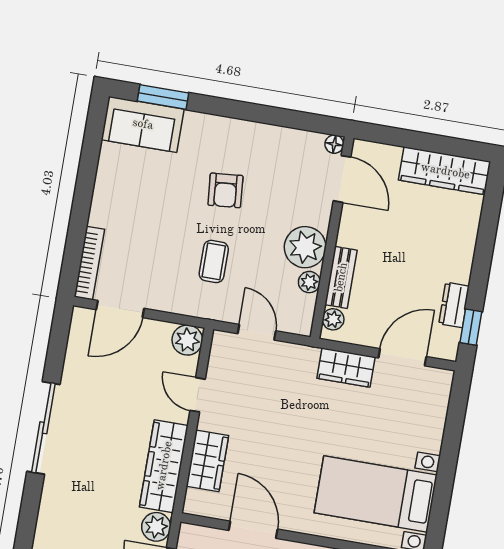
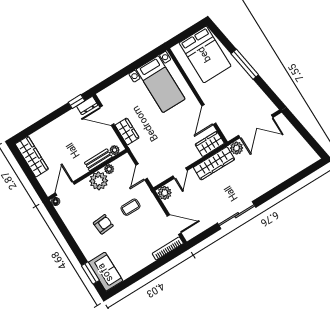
dresser: (454, 305) -> (87, 106), moved
wardrobe: (207, 461) -> (210, 144), moved

